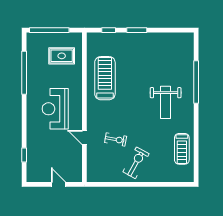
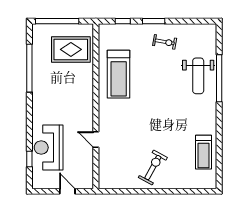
rug: (62, 56) -> (71, 49), width x1.36, depth x1.43
treadmill: (105, 78) -> (119, 74), turned 180
weight bench: (166, 102) -> (198, 76), moved
reception desk: (55, 109) -> (49, 148), moved
exercise bike: (116, 139) -> (165, 42), moved

